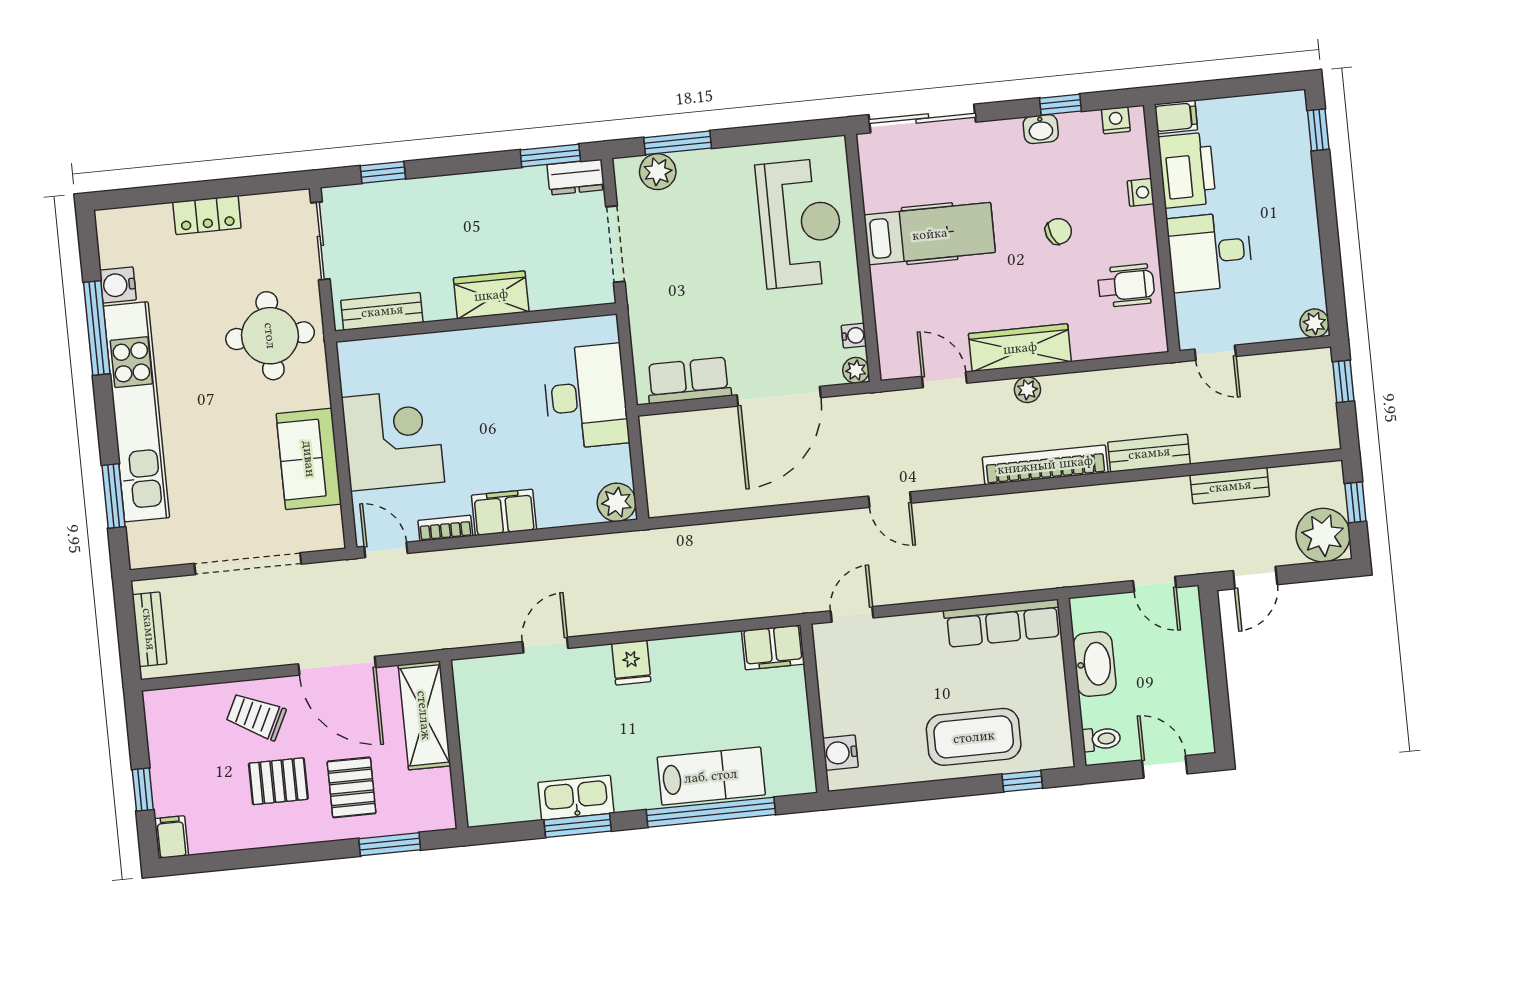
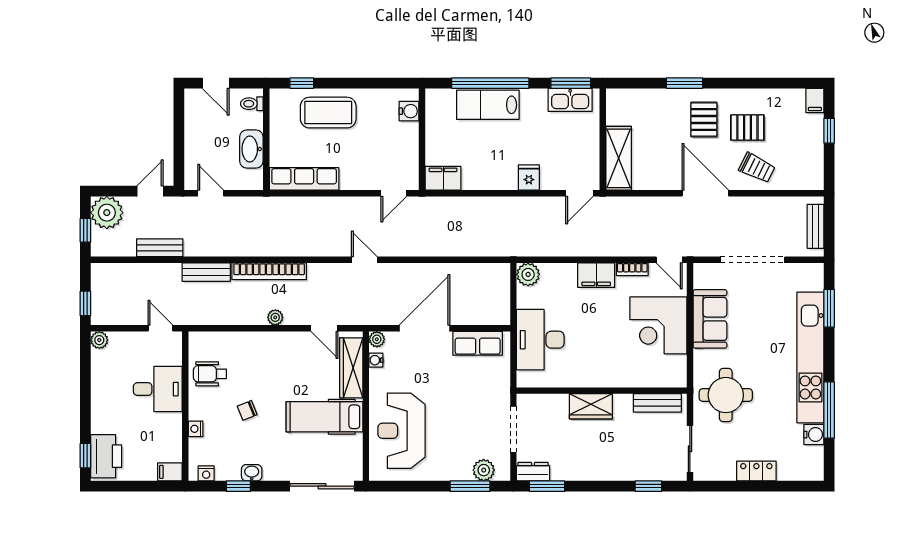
printer: (1187, 170) -> (106, 456), moved, turned 180
wardrobe: (1020, 348) -> (351, 368), moved, turned 90
shelving: (424, 715) -> (619, 158), moved
wall: (454, 744) -> (603, 139), moved

